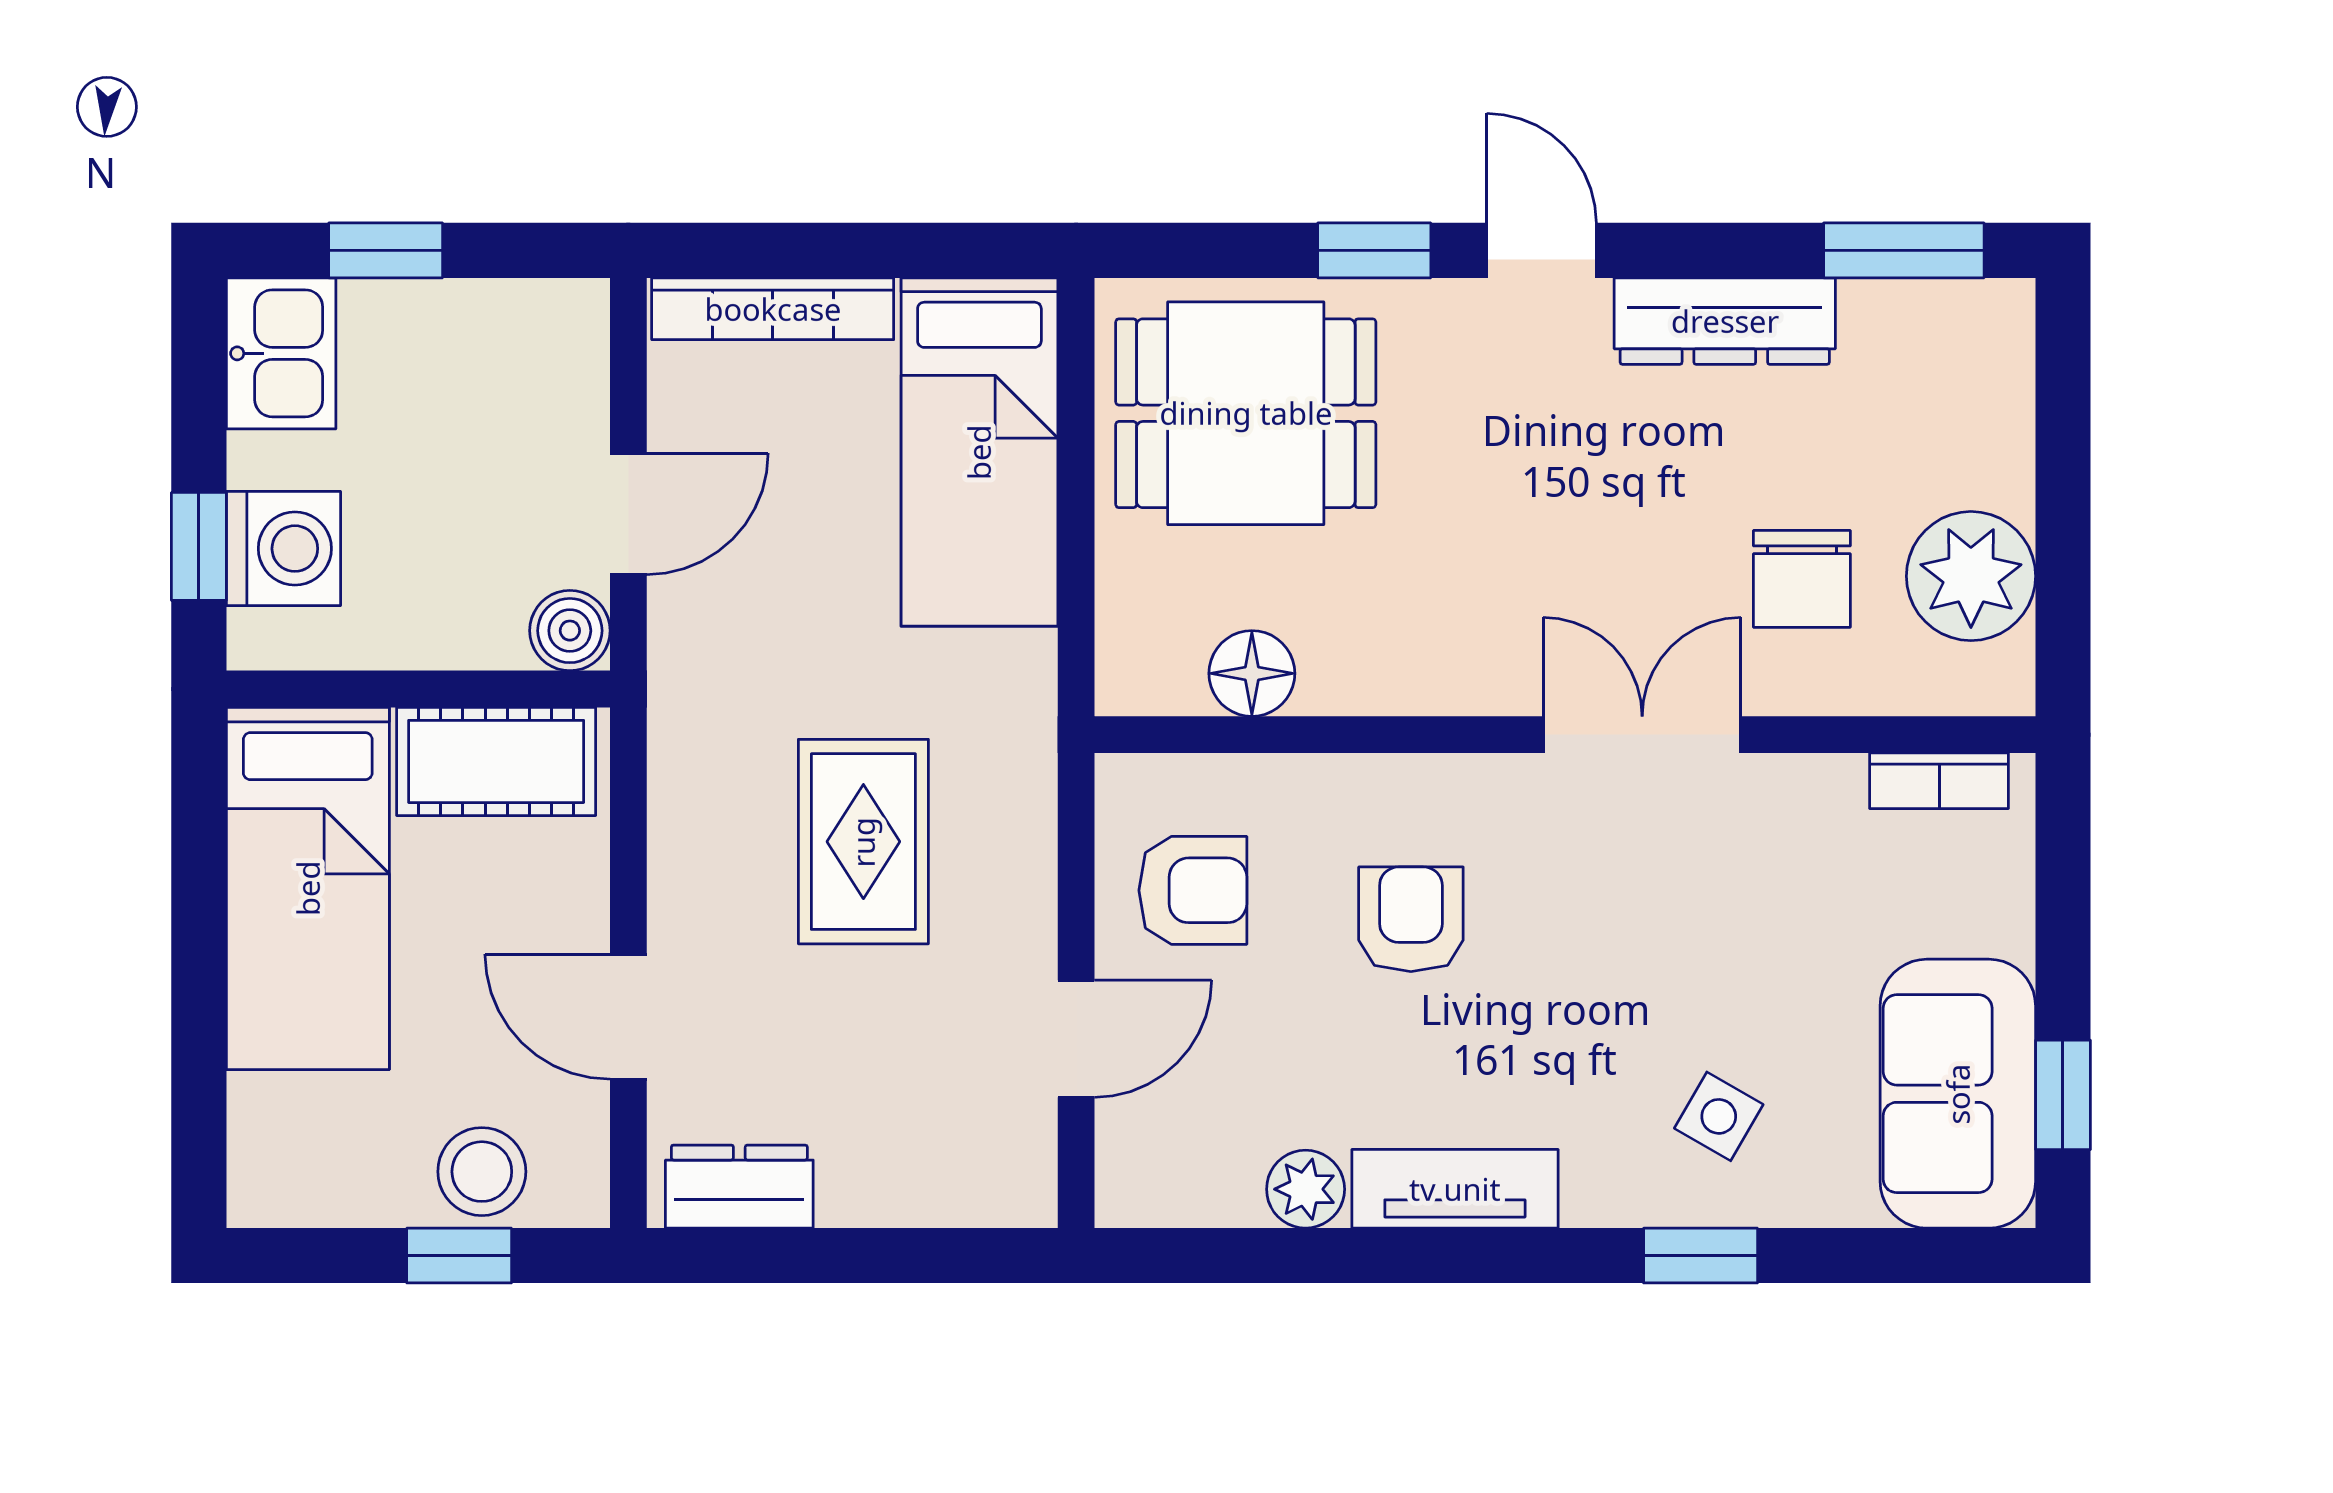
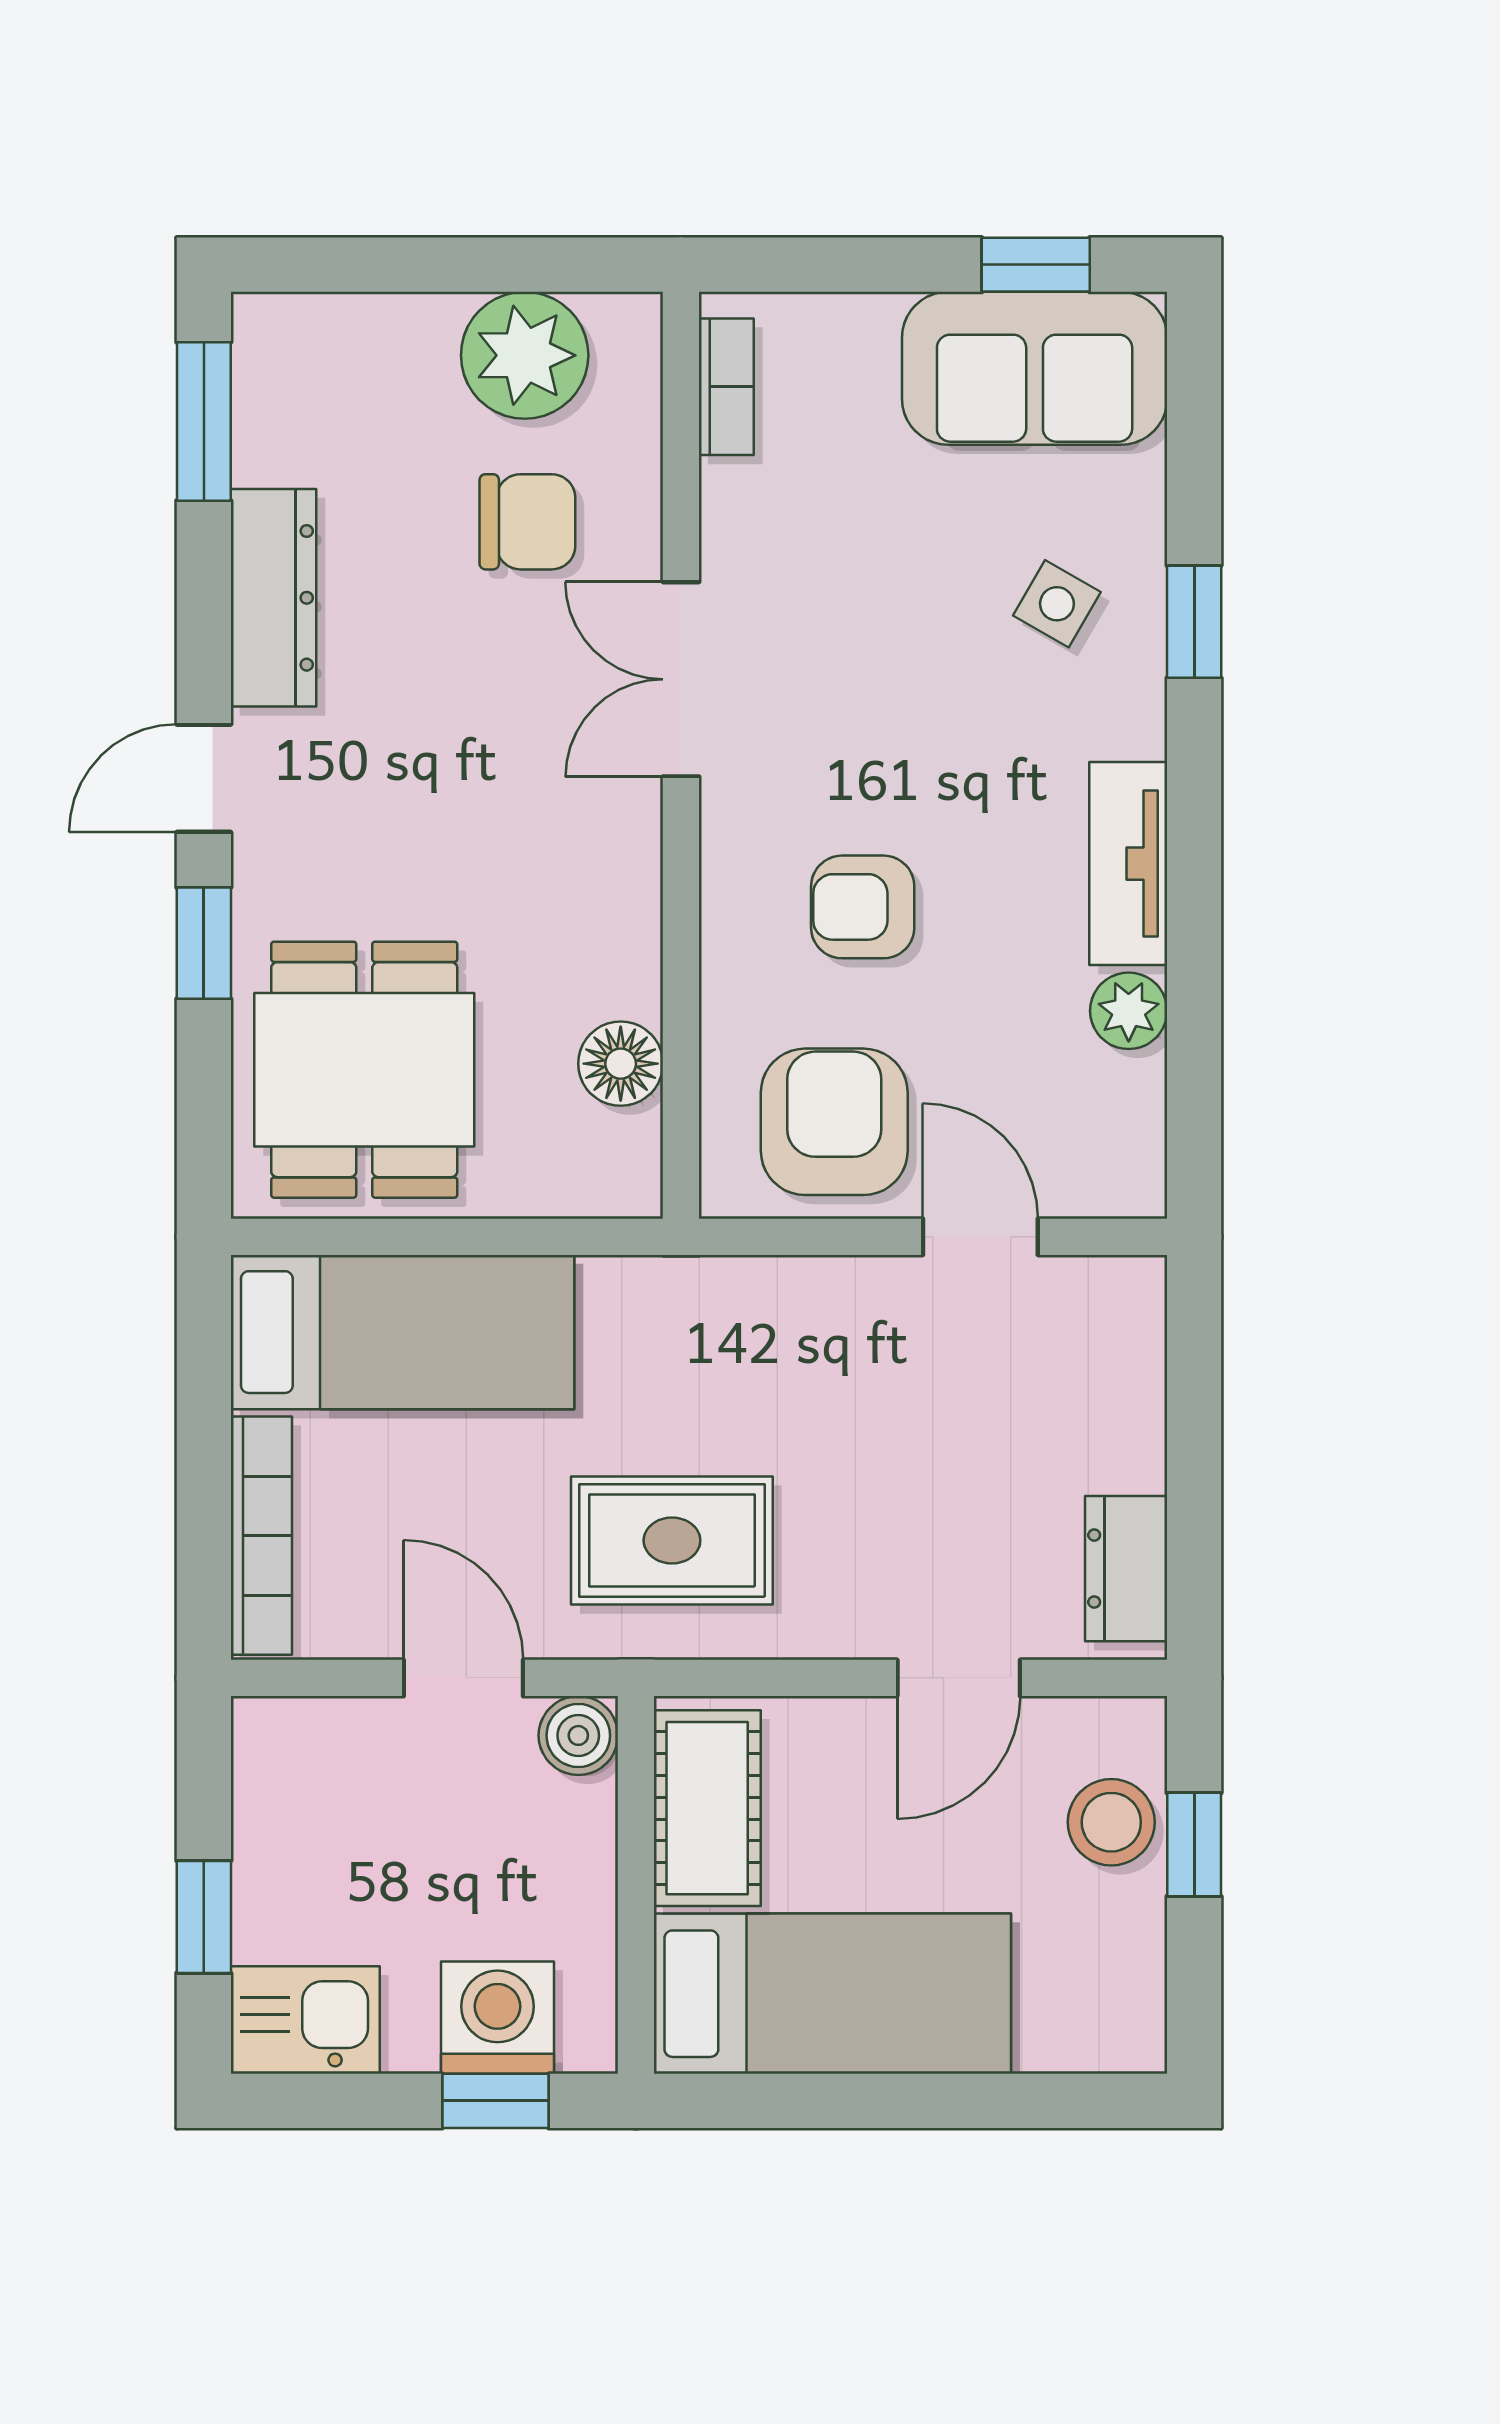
rug: (863, 842) -> (672, 1540), moved
armchair: (1193, 890) -> (834, 1122), width x1.38, depth x1.38

